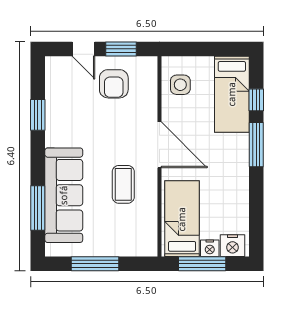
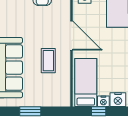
window: (95, 264) -> (30, 111), width x0.69
window: (202, 264) -> (99, 111), width x0.46

